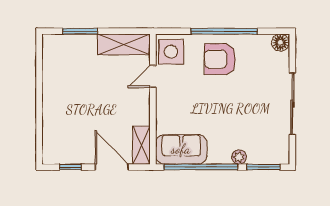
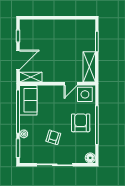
door: (153, 76) -> (71, 84), swing flipped
armchair: (245, 106) -> (53, 137), added

